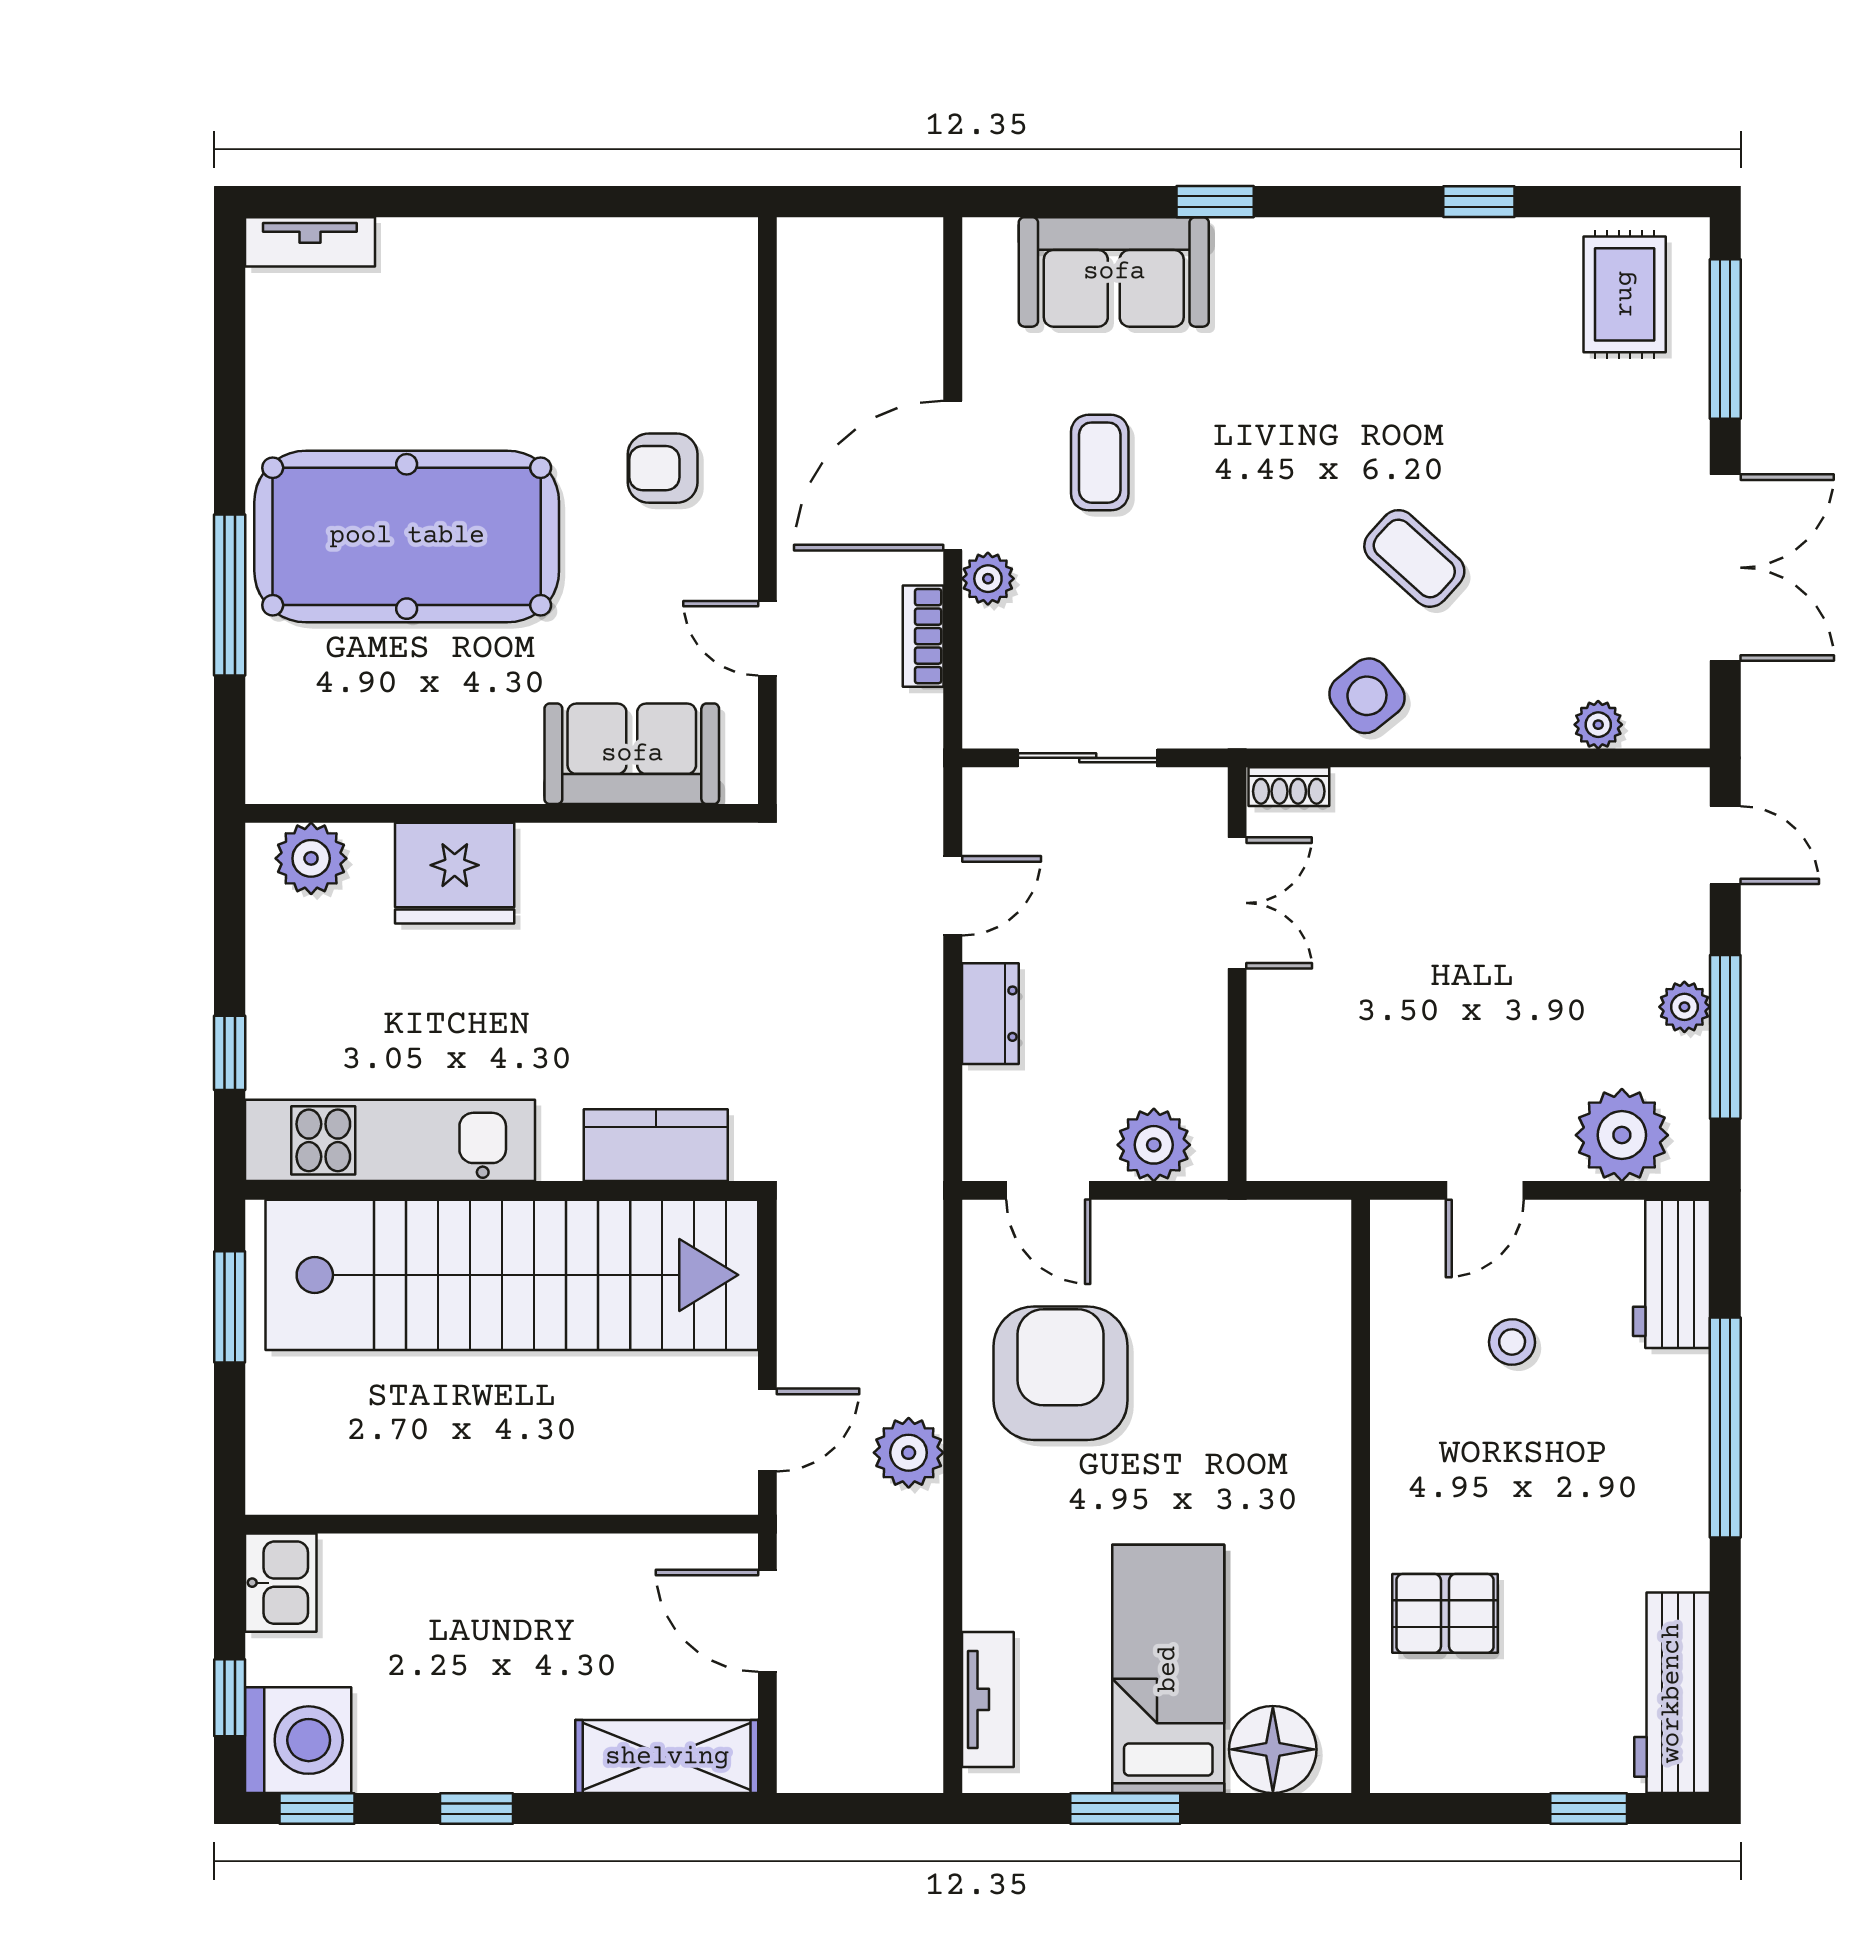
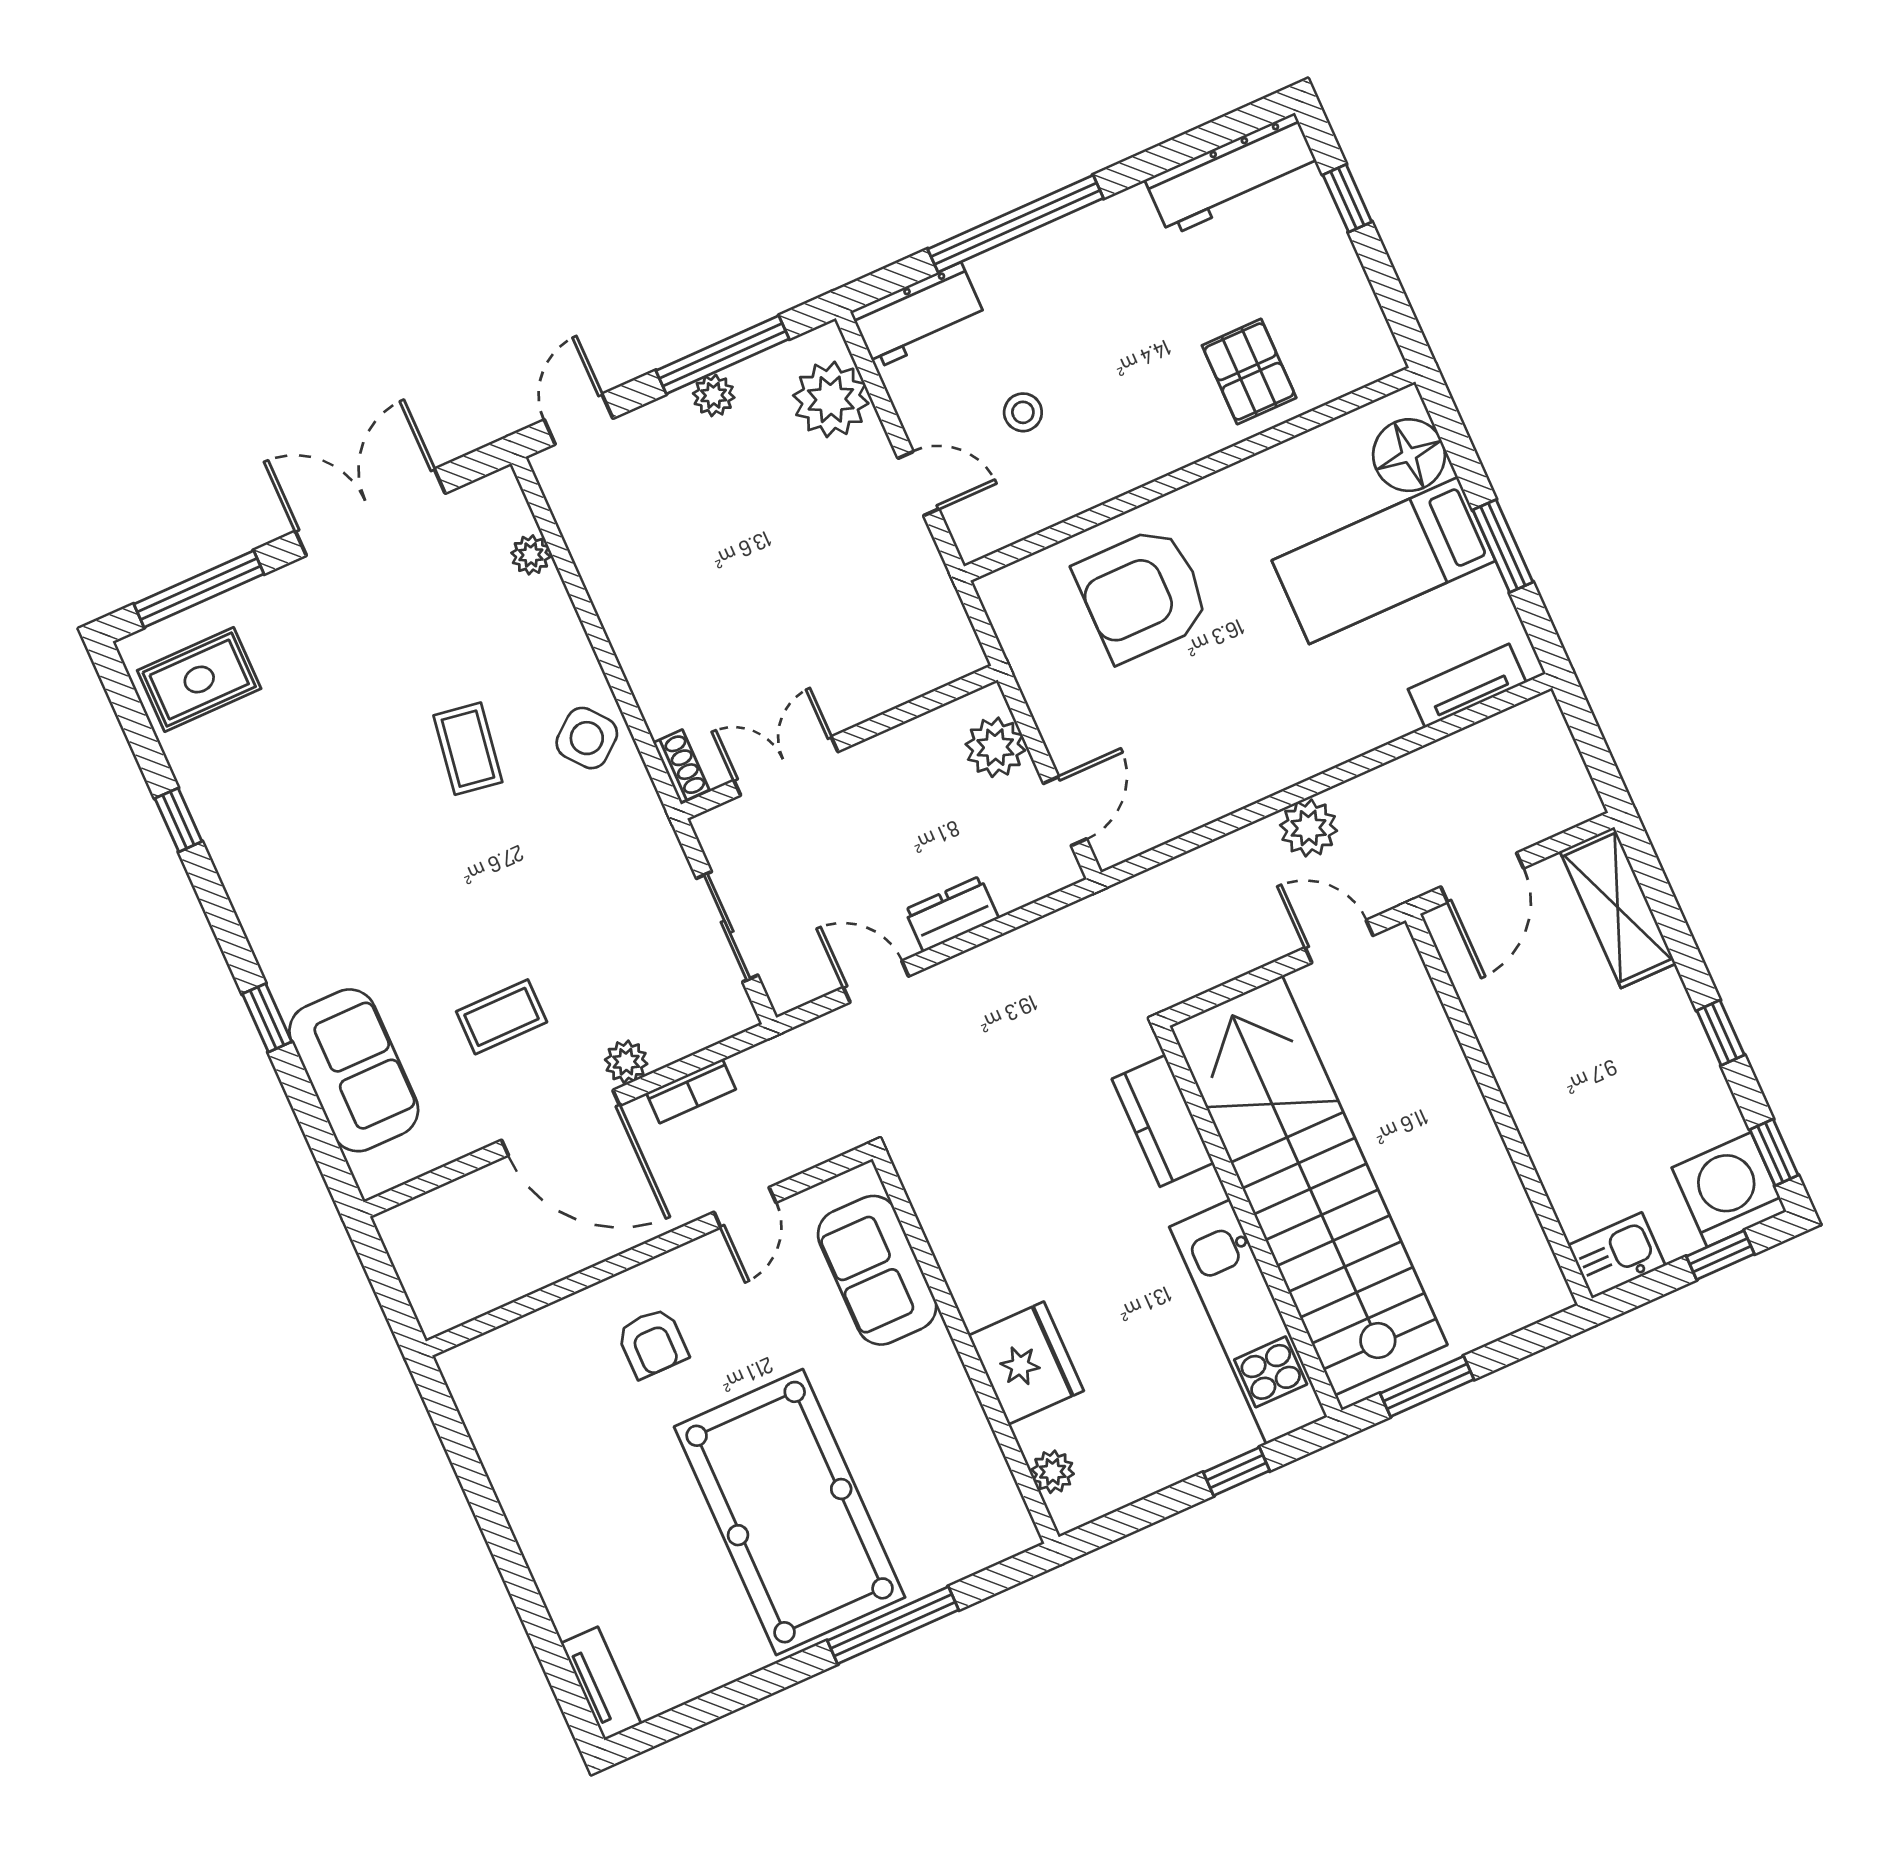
coffee table: (1414, 558) -> (468, 749), turned -33
plant: (311, 858) -> (1053, 1472), width x0.73, depth x0.73
armchair: (1061, 1373) -> (1142, 594), moved

